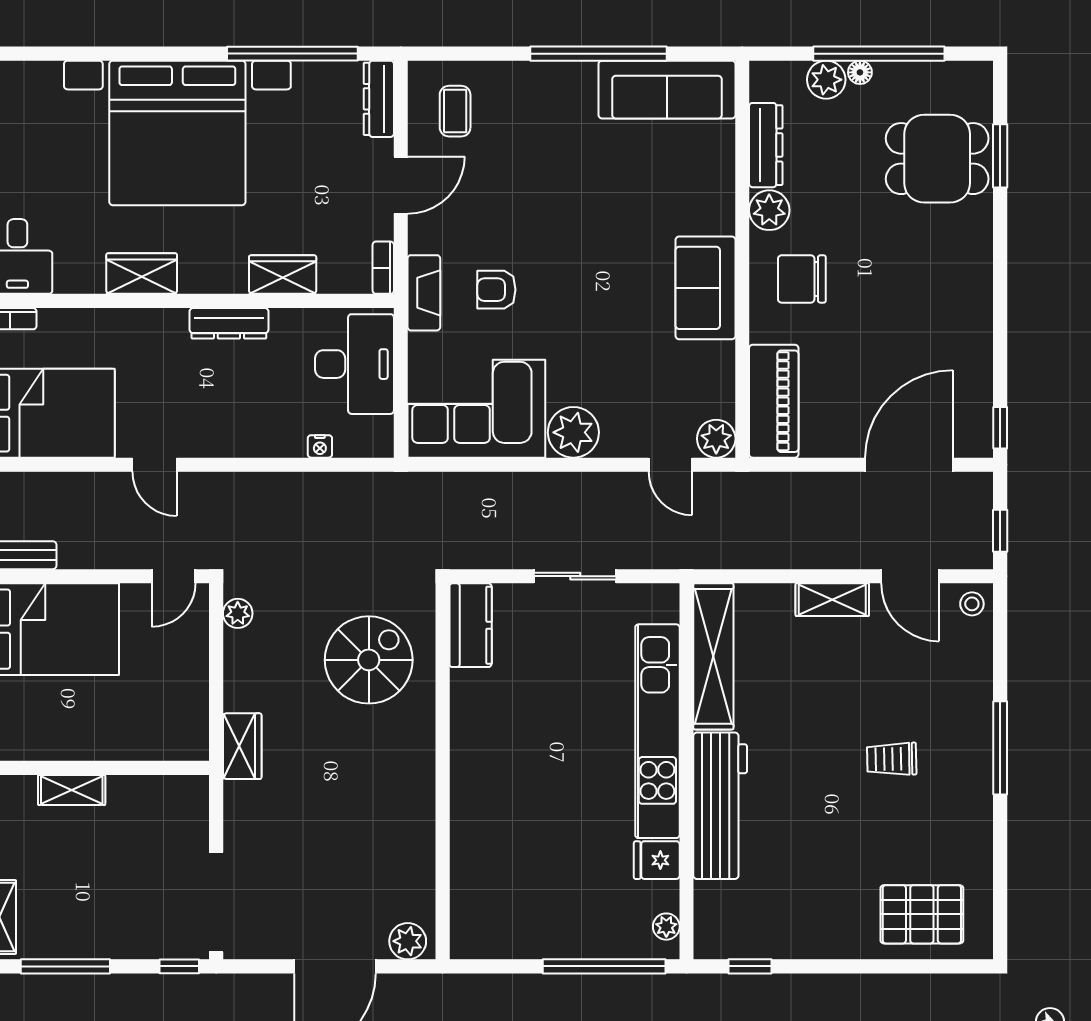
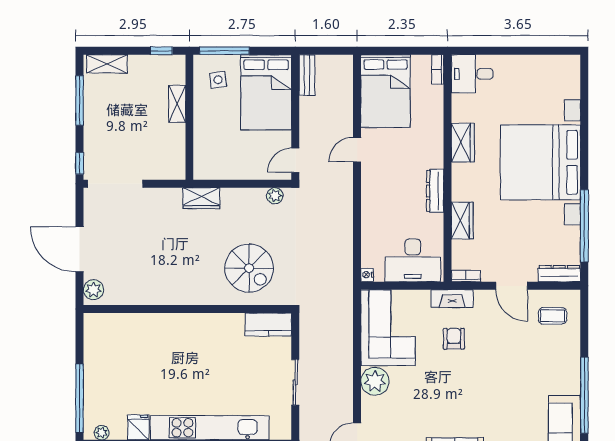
nightstand: (320, 446) -> (367, 275), moved
door: (174, 576) -> (295, 160), hinge flipped
side table: (28, 716) -> (218, 80), added

